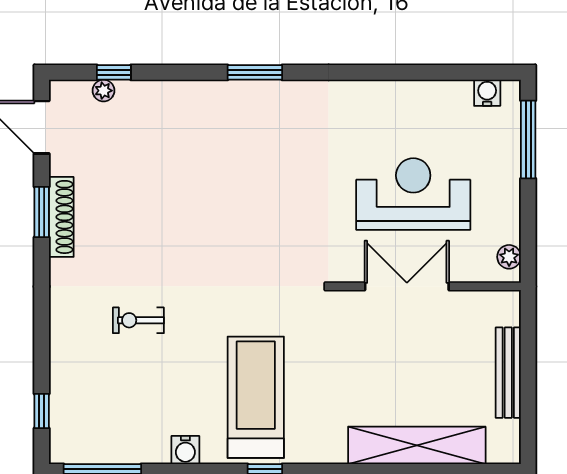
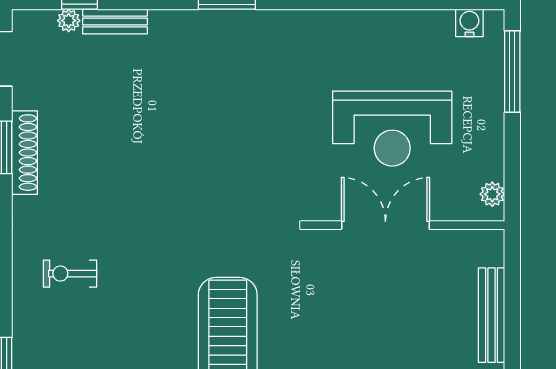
bench: (148, 92) -> (115, 22), added
reception desk: (413, 194) -> (392, 129), turned 180
exercise bike: (138, 320) -> (70, 274), moved

